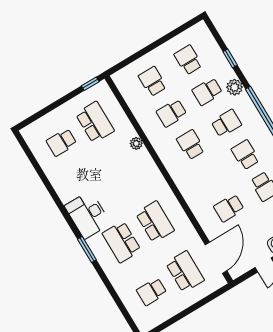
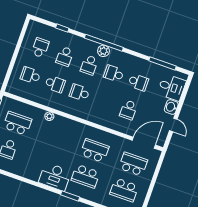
school desk: (188, 60) -> (40, 48), turned 90
plant: (235, 87) -> (103, 51), moved
school desk: (172, 113) -> (55, 84), turned -90
school desk: (226, 123) -> (89, 65), turned 180
door: (216, 258) -> (144, 143), hinge flipped
school desk: (152, 292) -> (124, 190), width x1.85

